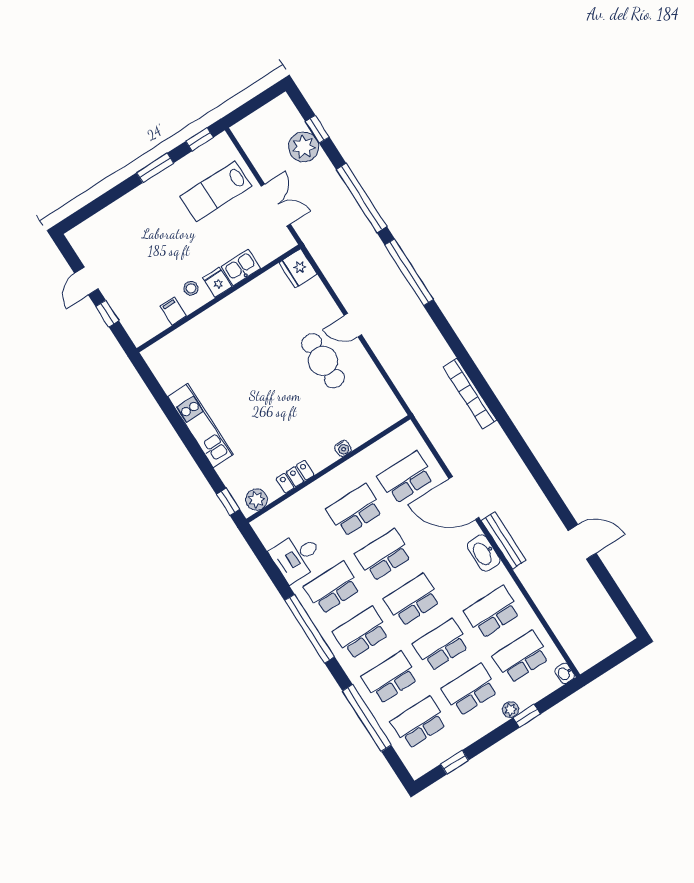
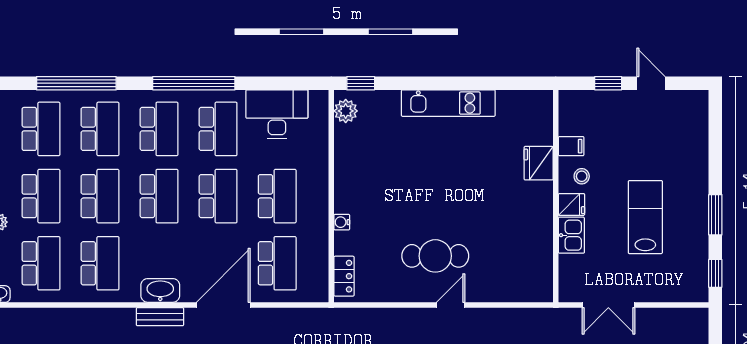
lab bench: (216, 191) -> (645, 217), moved
fridge: (298, 268) -> (539, 163), moved, turned -90
locker: (295, 477) -> (344, 276), moved
bench: (504, 540) -> (160, 317), width x0.73
desk: (297, 557) -> (277, 114), width x1.37

